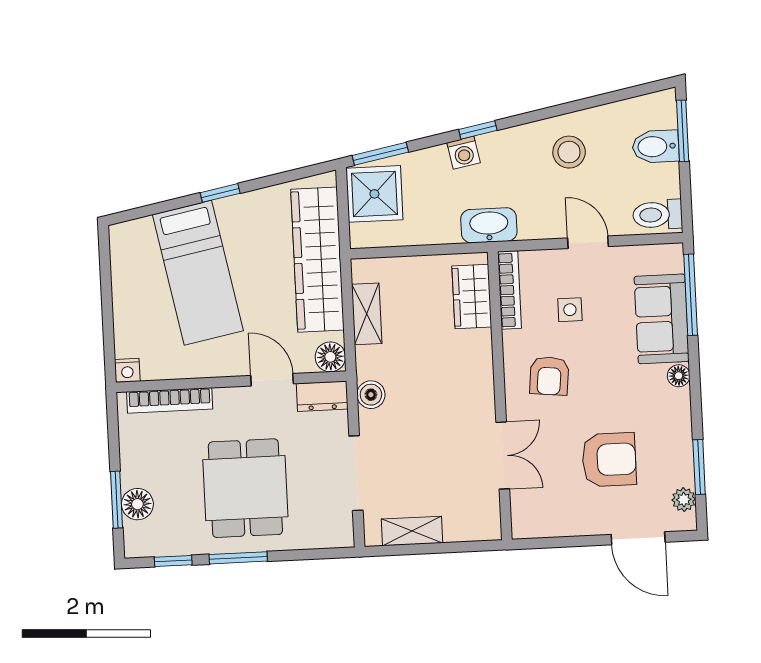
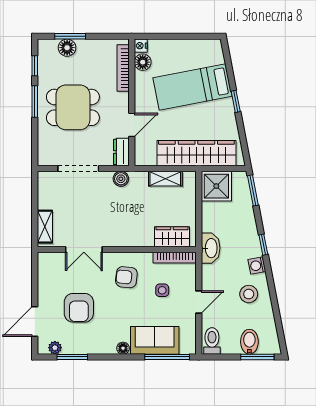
washing machine: (464, 153) -> (257, 266), moved
shower: (374, 194) -> (216, 186), moved
floor lamp: (330, 357) -> (143, 62), moved
shelving: (412, 531) -> (45, 227), moved

